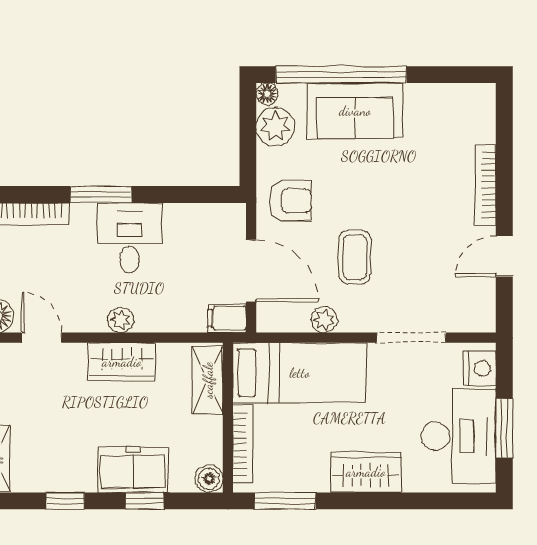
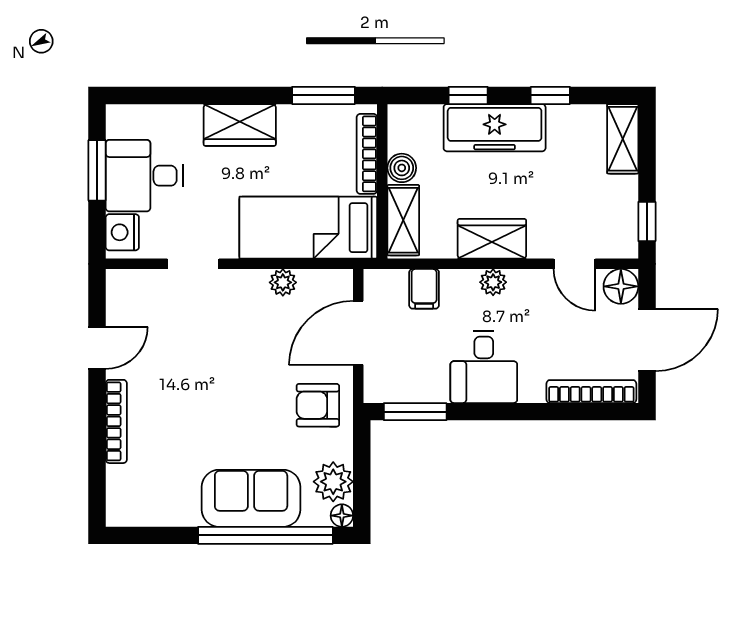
window: (101, 195) -> (415, 412), moved
coffee table: (355, 257) -> (251, 347), removed
door: (251, 271) -> (358, 333), hinge flipped
filing cabinet: (227, 318) -> (424, 289), moved, turned 90
doorway: (411, 338) -> (193, 264), width x0.73
desk: (459, 436) -> (144, 176), width x0.73
freezer: (133, 470) -> (495, 128), width x1.40
boiler: (209, 479) -> (402, 168), moved

